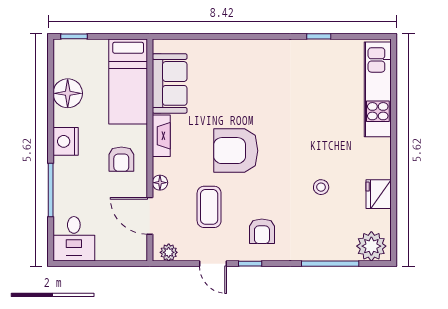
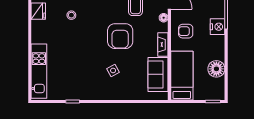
side table: (248, 91) -> (113, 70), added
nightstand: (66, 141) -> (218, 27), moved
armchair: (236, 151) -> (120, 36), turned 90
armchair: (121, 159) -> (186, 31), turned -90

